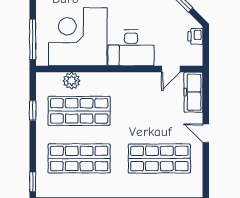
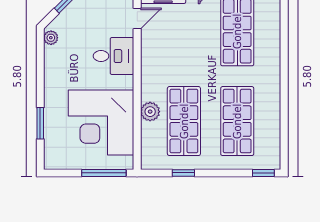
desk: (131, 48) -> (113, 56), width x0.73
door: (171, 69) -> (137, 19), hinge flipped
plant: (71, 81) -> (150, 112), moved

